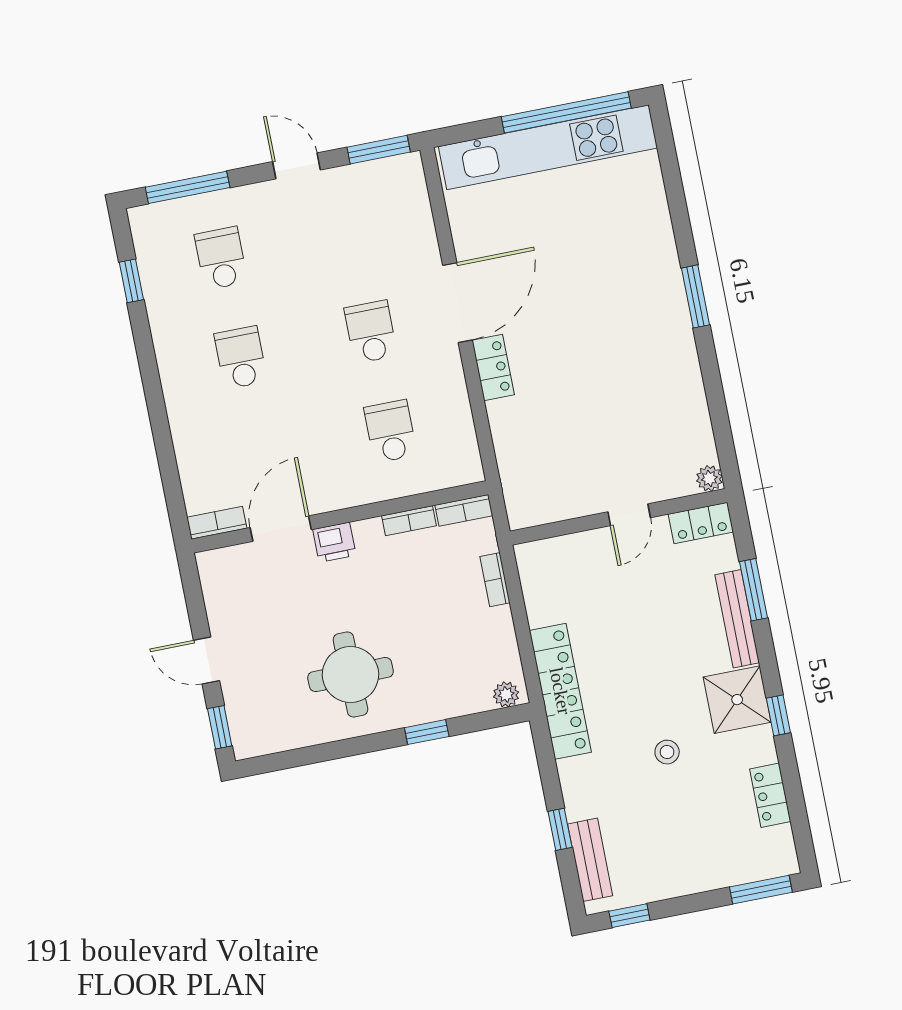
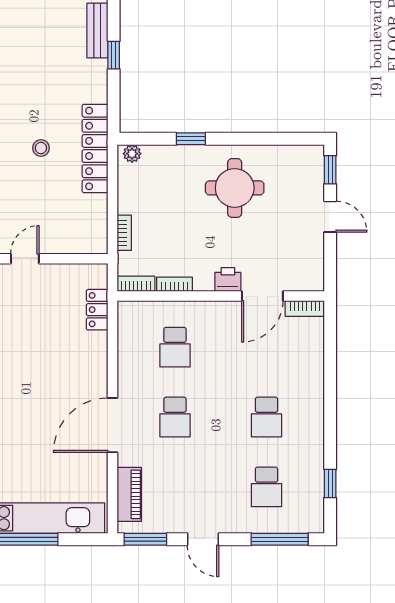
piano: (414, 209) -> (129, 494), added
locker: (493, 368) -> (97, 310), moved
stool: (667, 752) -> (41, 148), moved

